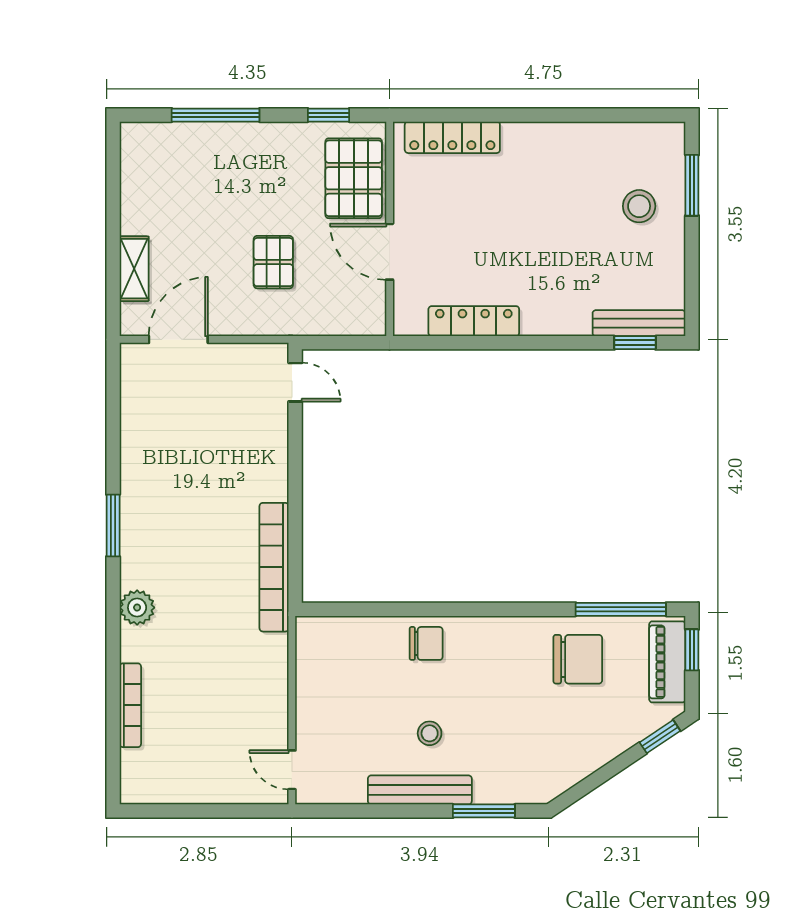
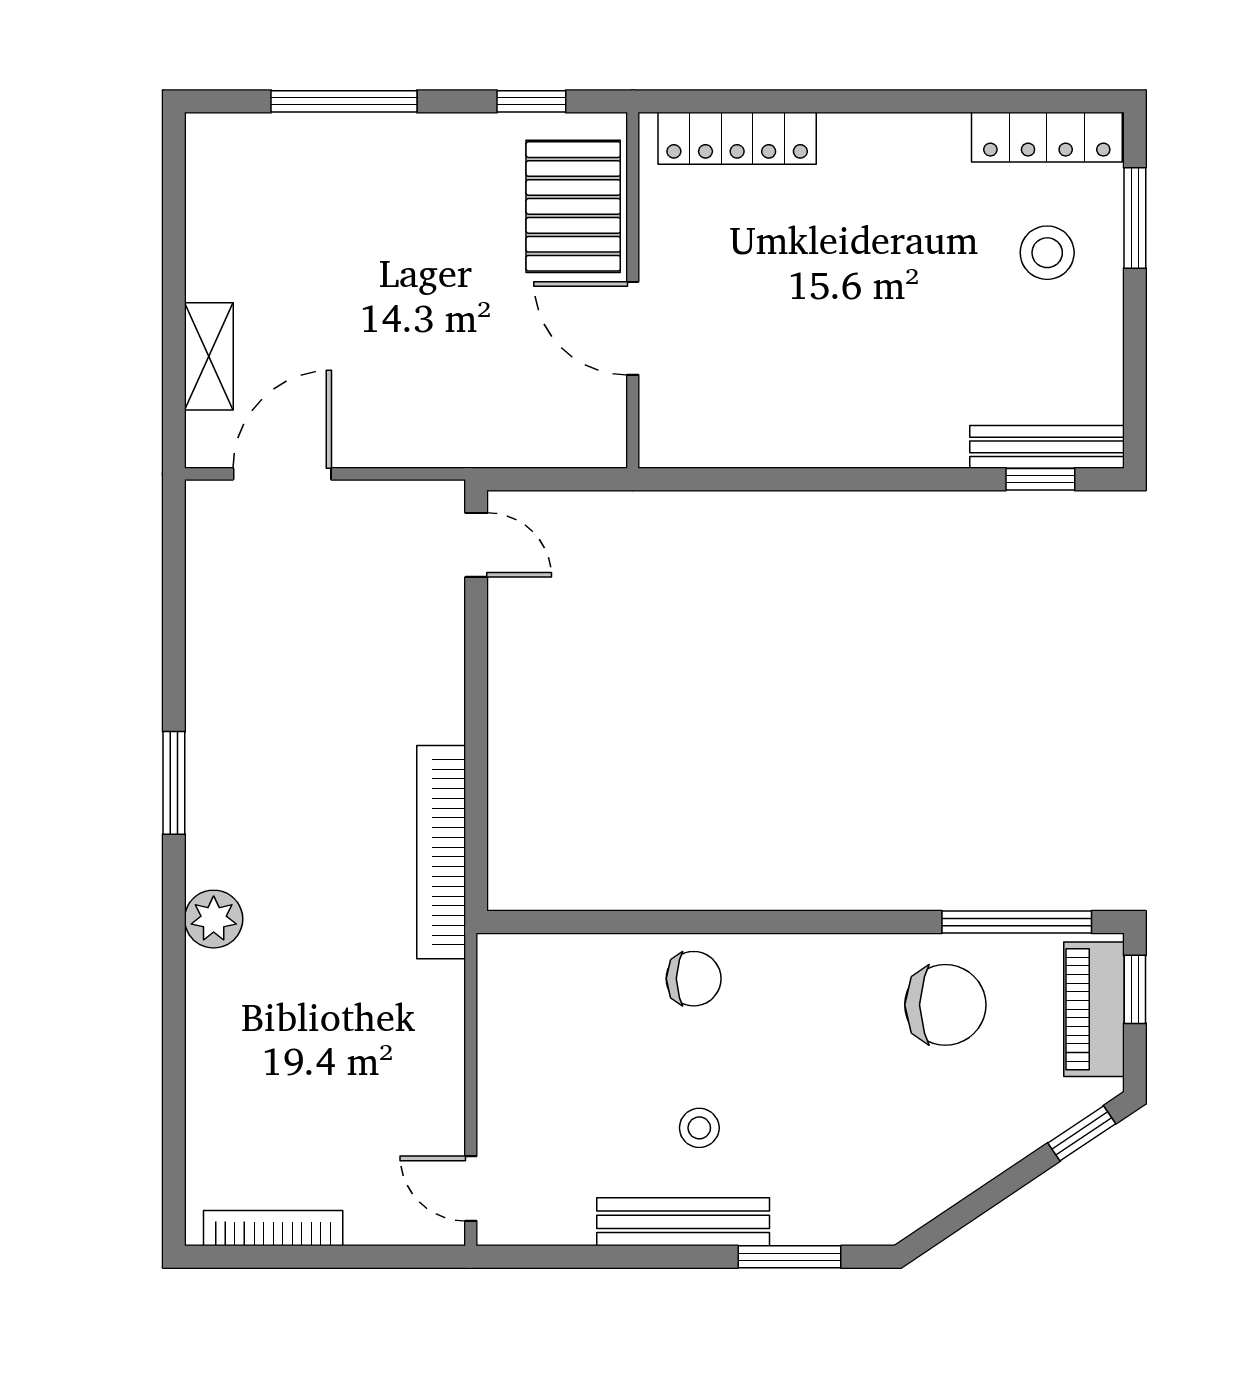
pallet: (273, 262) -> (440, 346), removed
locker: (474, 321) -> (1047, 137), moved, turned 180
bookcase: (130, 705) -> (273, 1228), moved, turned -90

